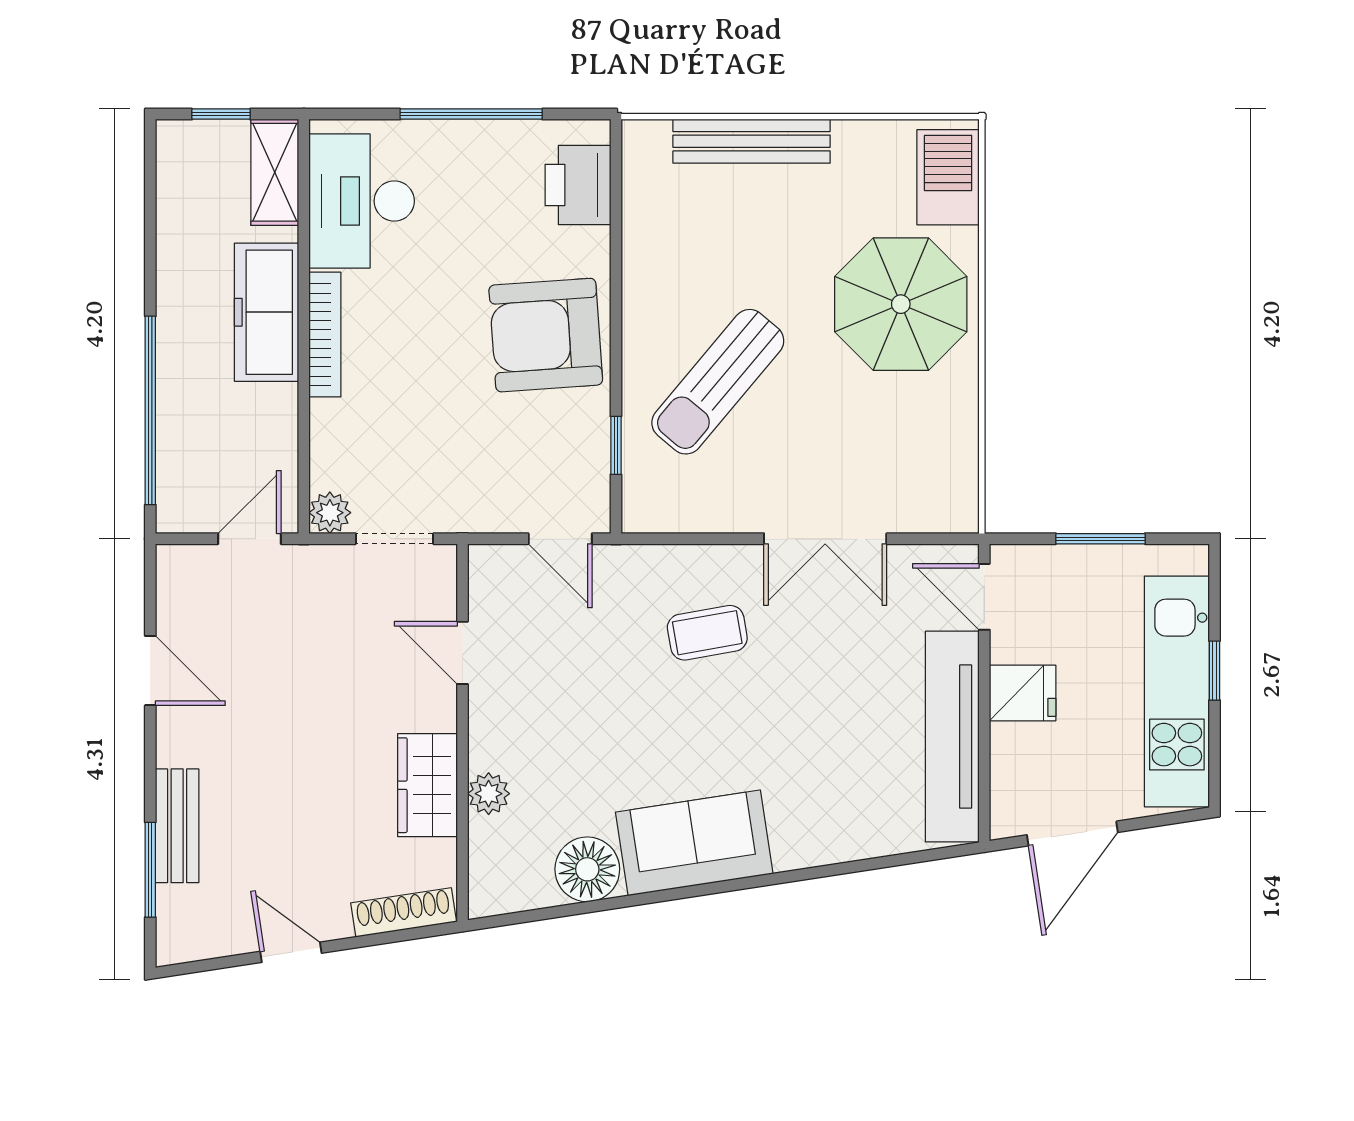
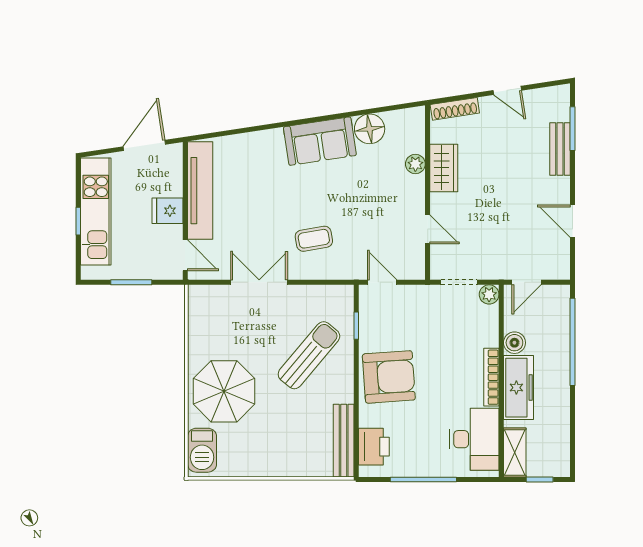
bench: (752, 141) -> (344, 441), moved, turned 90
boiler: (275, 409) -> (514, 343), added

